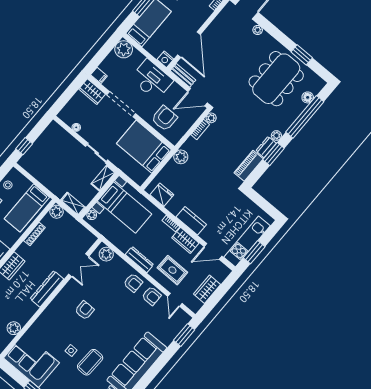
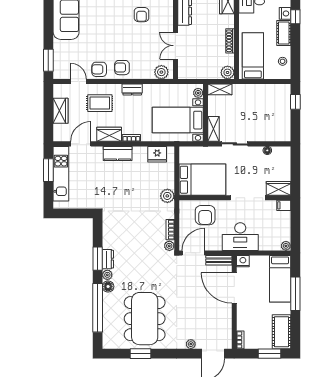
plant: (124, 49) -> (286, 246), width x0.53, depth x0.53
floor lamp: (308, 97) -> (108, 286), moved
piano: (249, 166) -> (109, 233), removed
dresser: (139, 260) -> (132, 90), width x0.70

